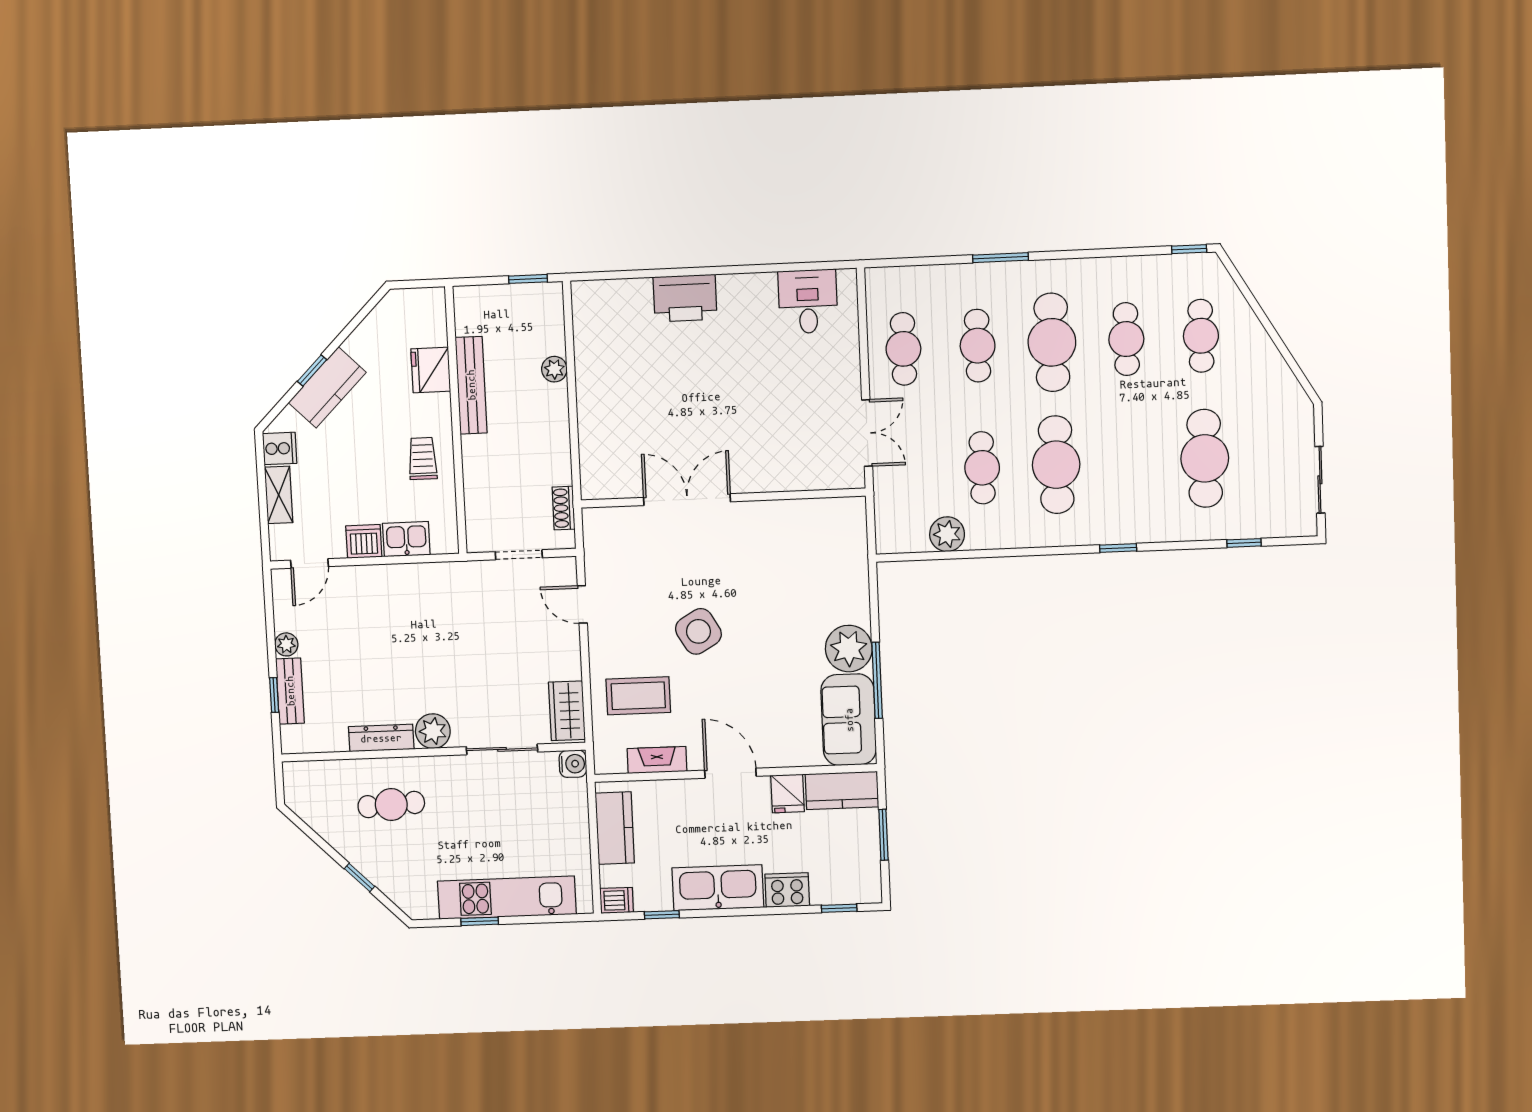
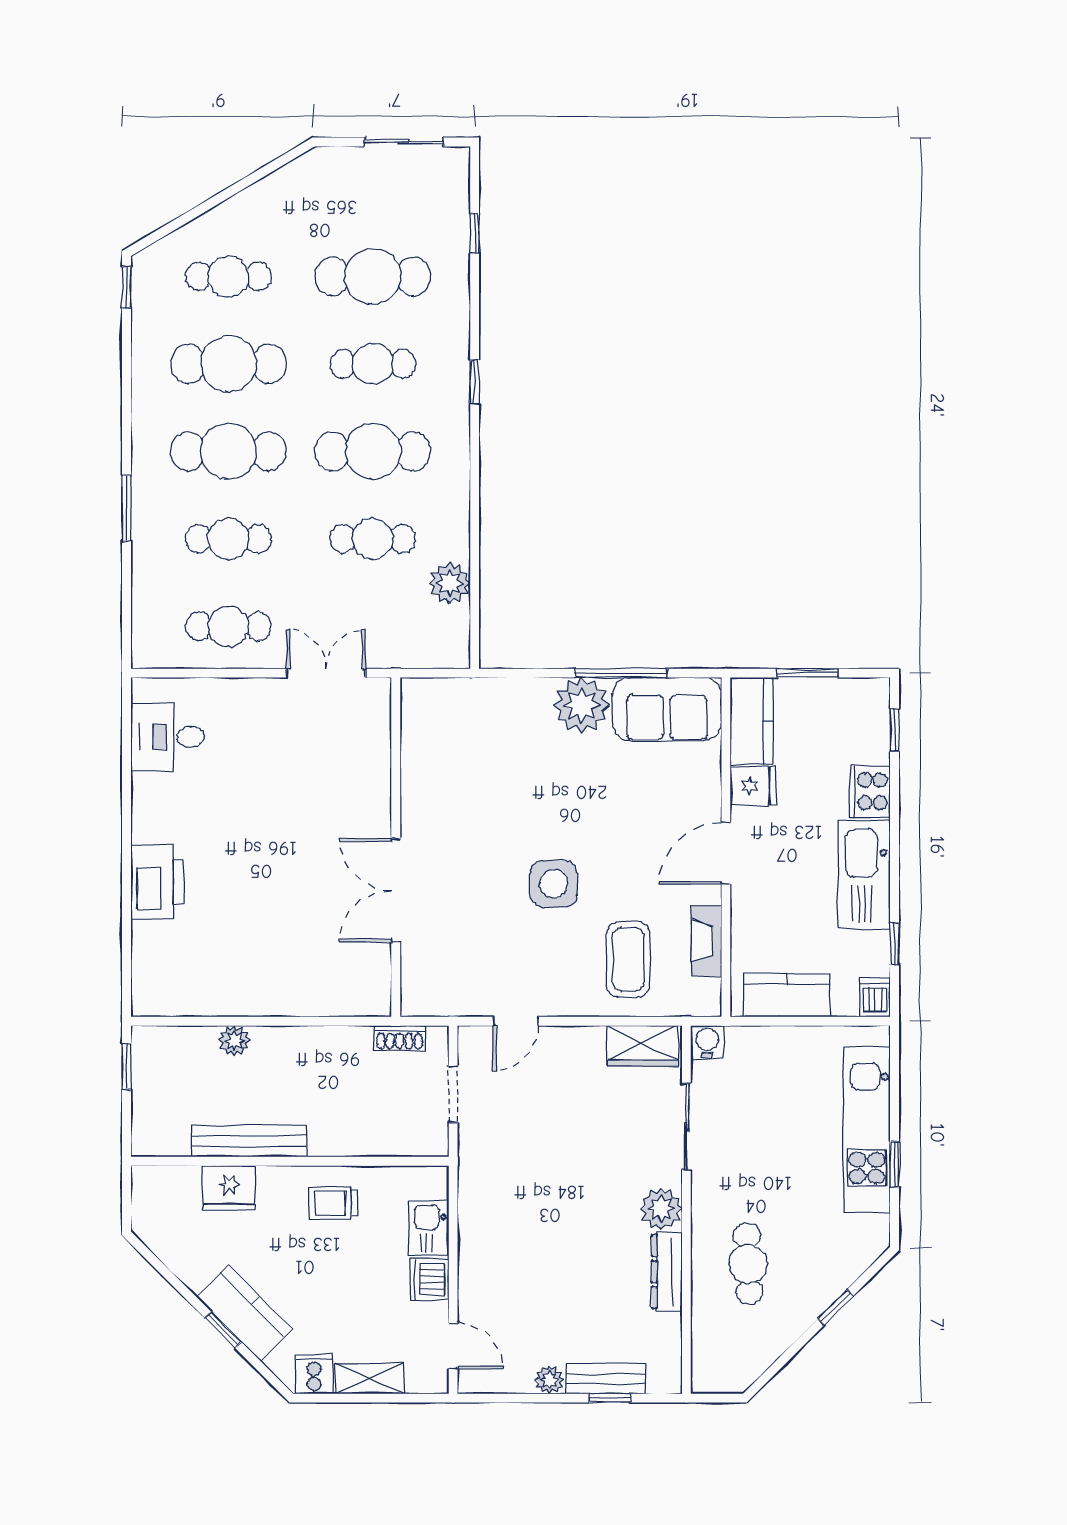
cafe table: (1126, 339) -> (228, 364), width x1.37, depth x1.35
cafe table: (1130, 462) -> (373, 364), added
side table: (698, 631) -> (554, 884), turned 30

